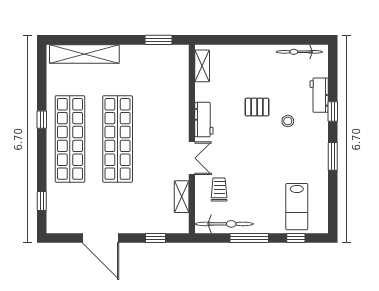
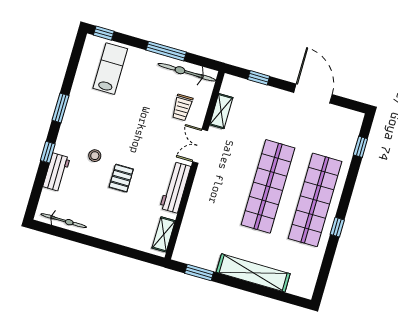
shelving: (84, 54) -> (253, 273), moved
pallet: (257, 107) -> (121, 178), turned 90
workbench: (204, 120) -> (175, 187), width x1.38
window: (296, 238) -> (104, 33), moved

